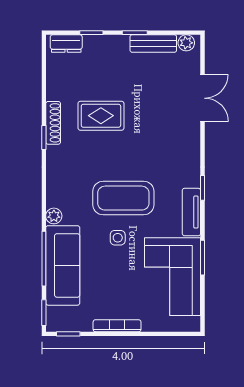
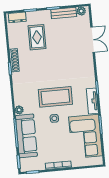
rug: (101, 116) -> (37, 37), moved, turned 90

